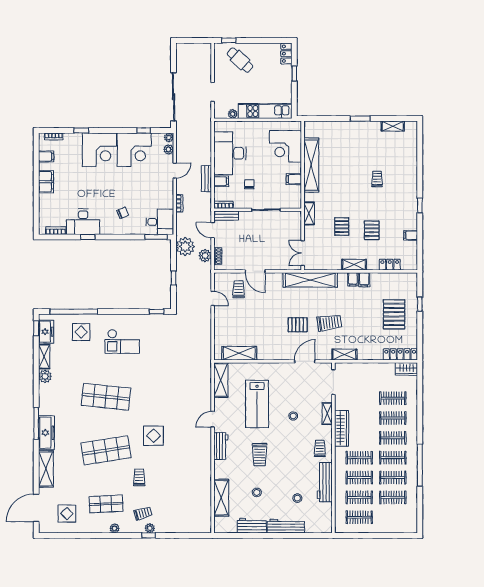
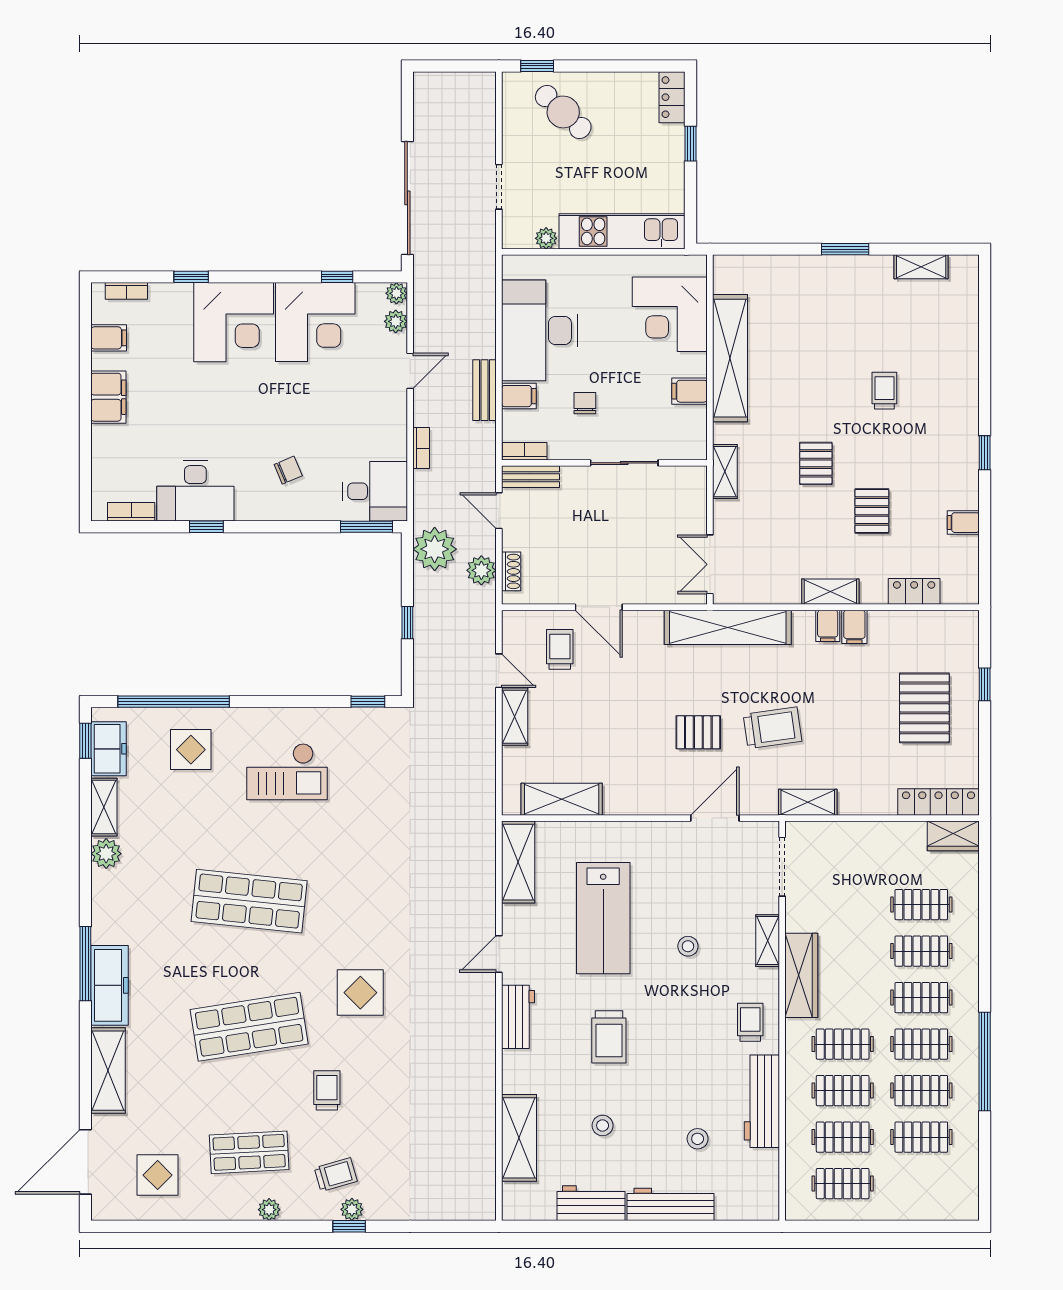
pallet: (342, 227) -> (816, 463), moved
shelving: (219, 318) -> (515, 717), added

